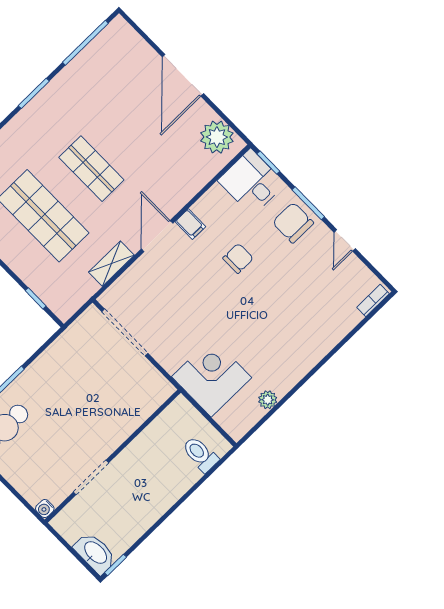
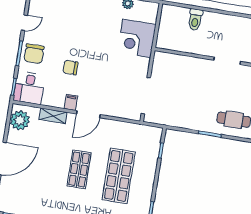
shelving: (111, 264) -> (53, 116), moved
toilet: (200, 454) -> (195, 20), moved

